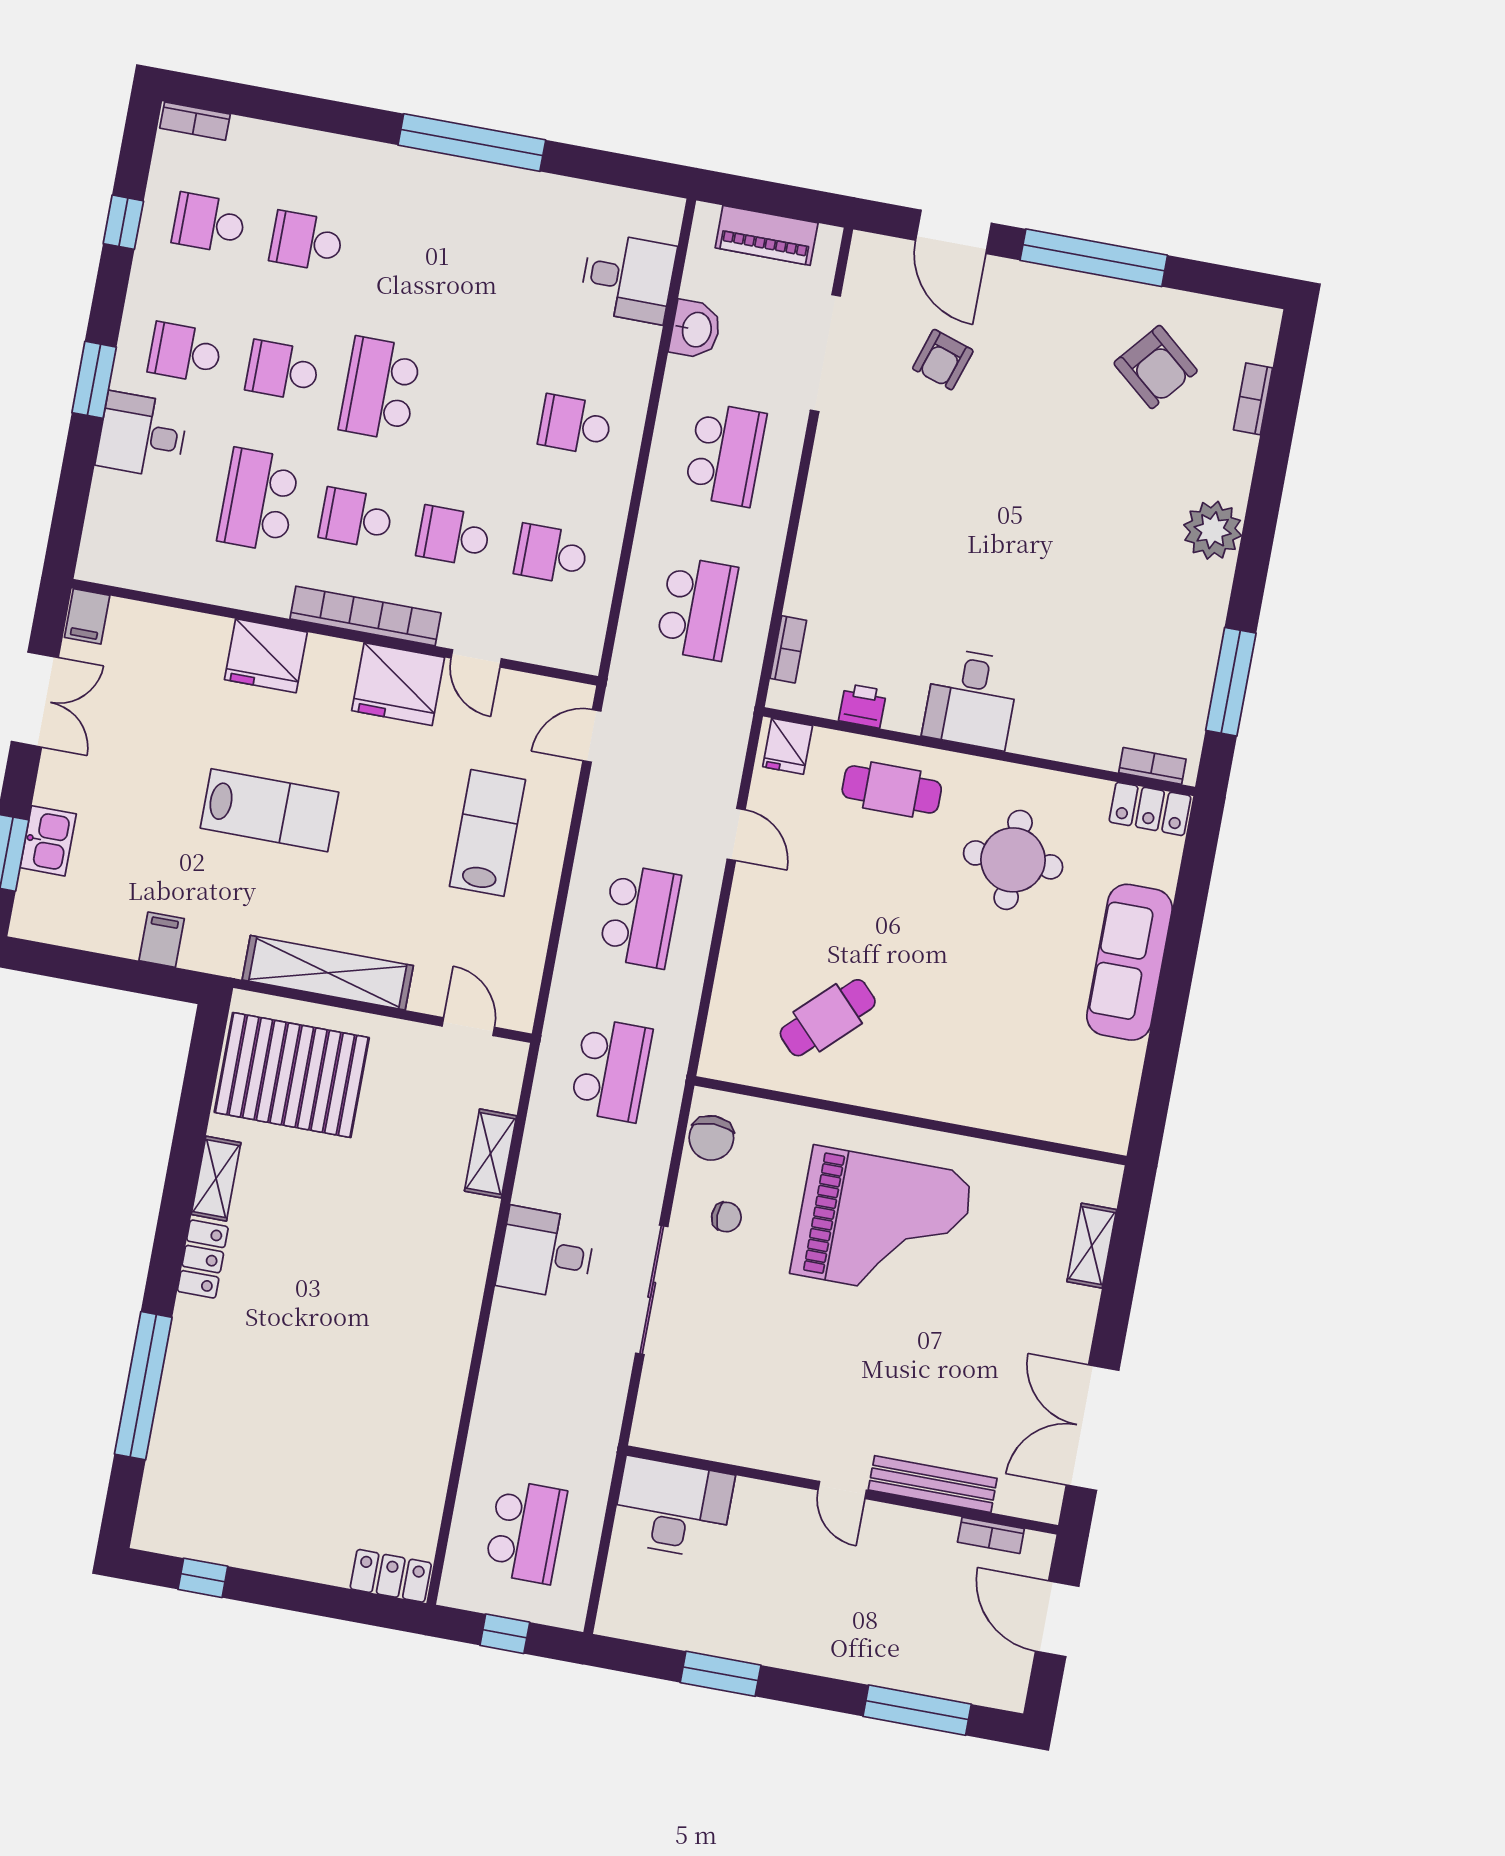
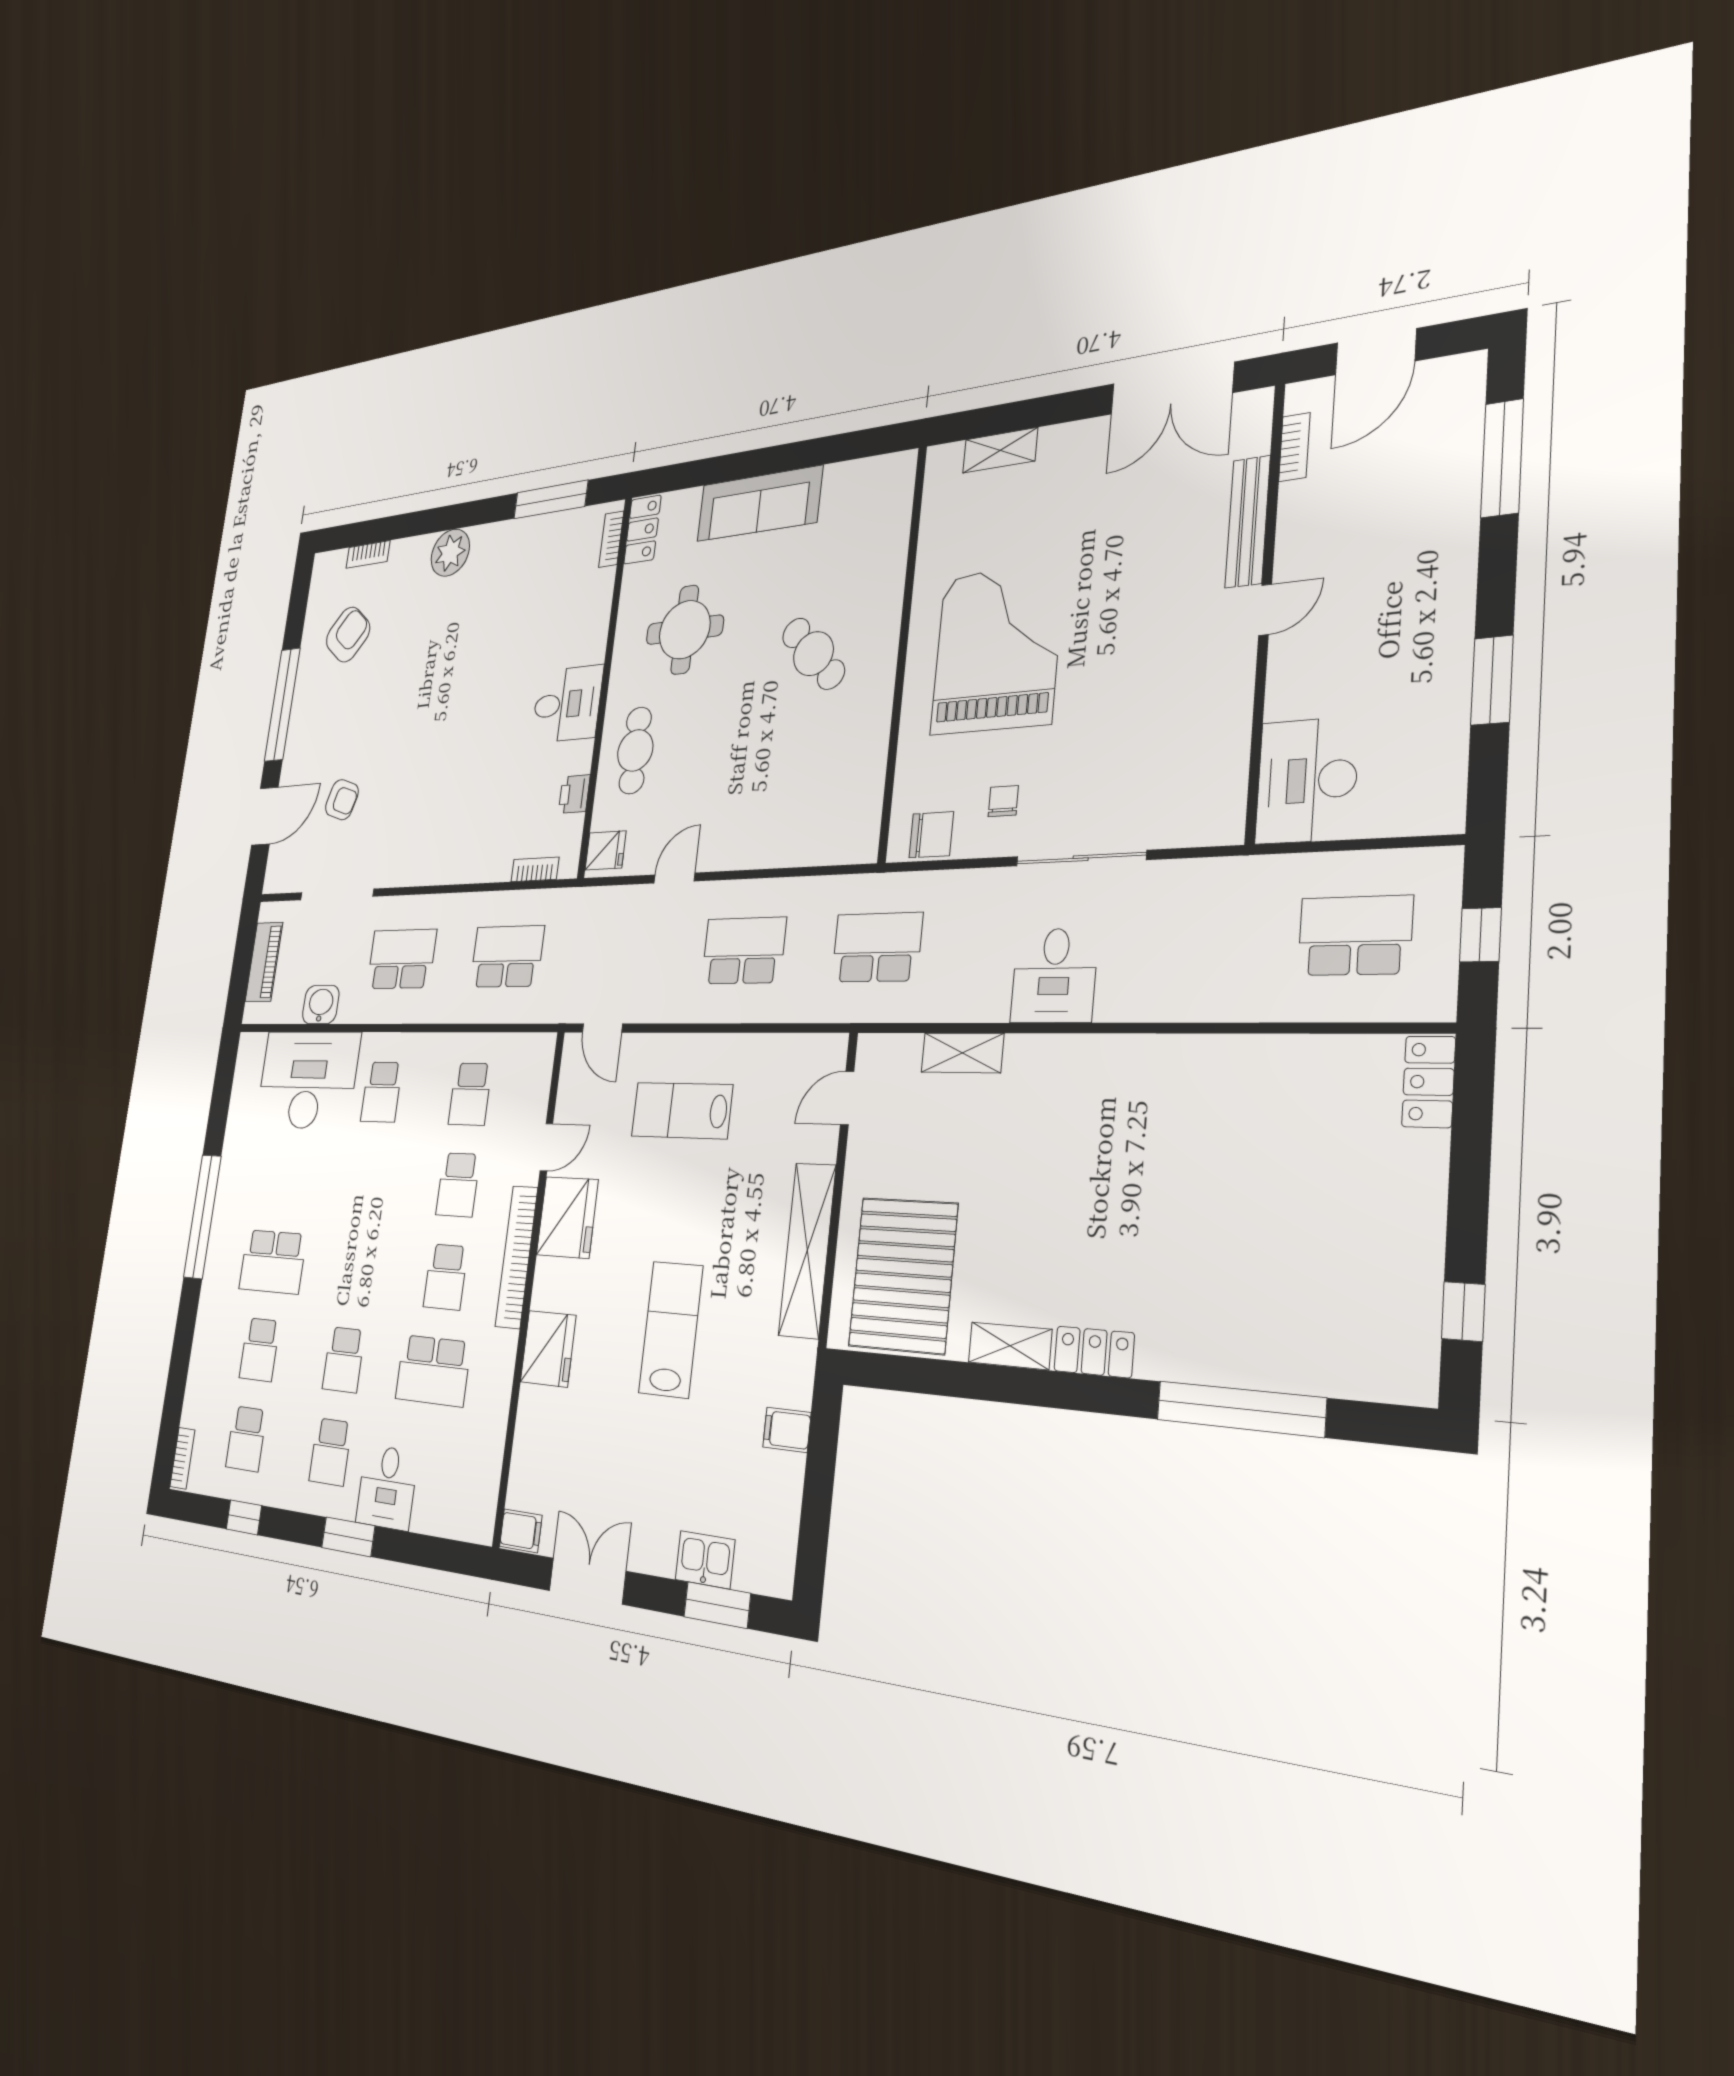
desk: (628, 278) -> (308, 1080), width x1.87, depth x1.30
school desk: (380, 389) -> (273, 1262), moved
cafe table: (828, 1018) -> (813, 654), moved

